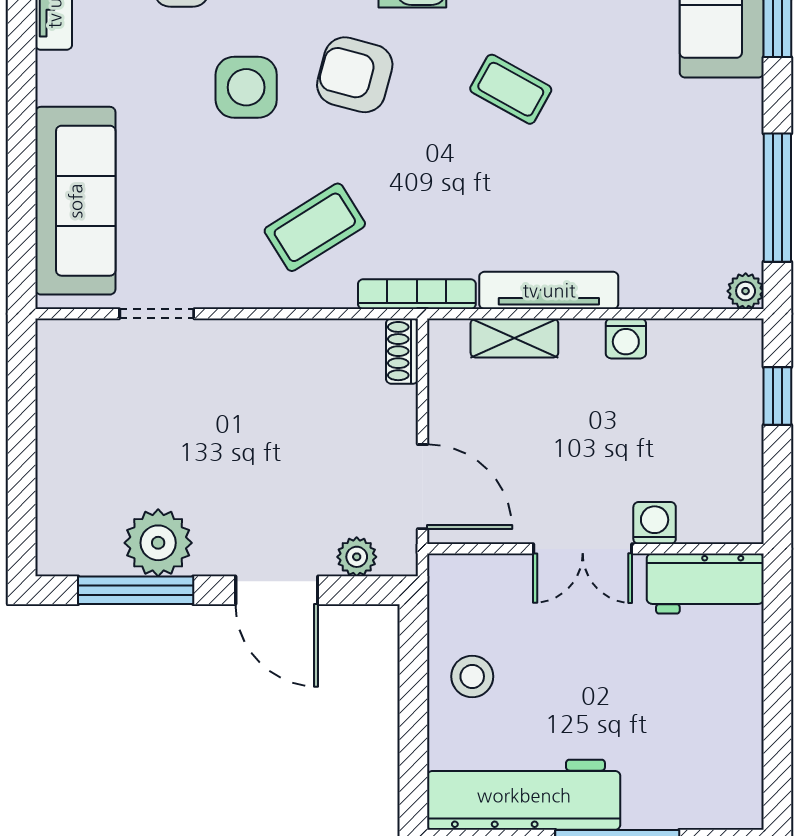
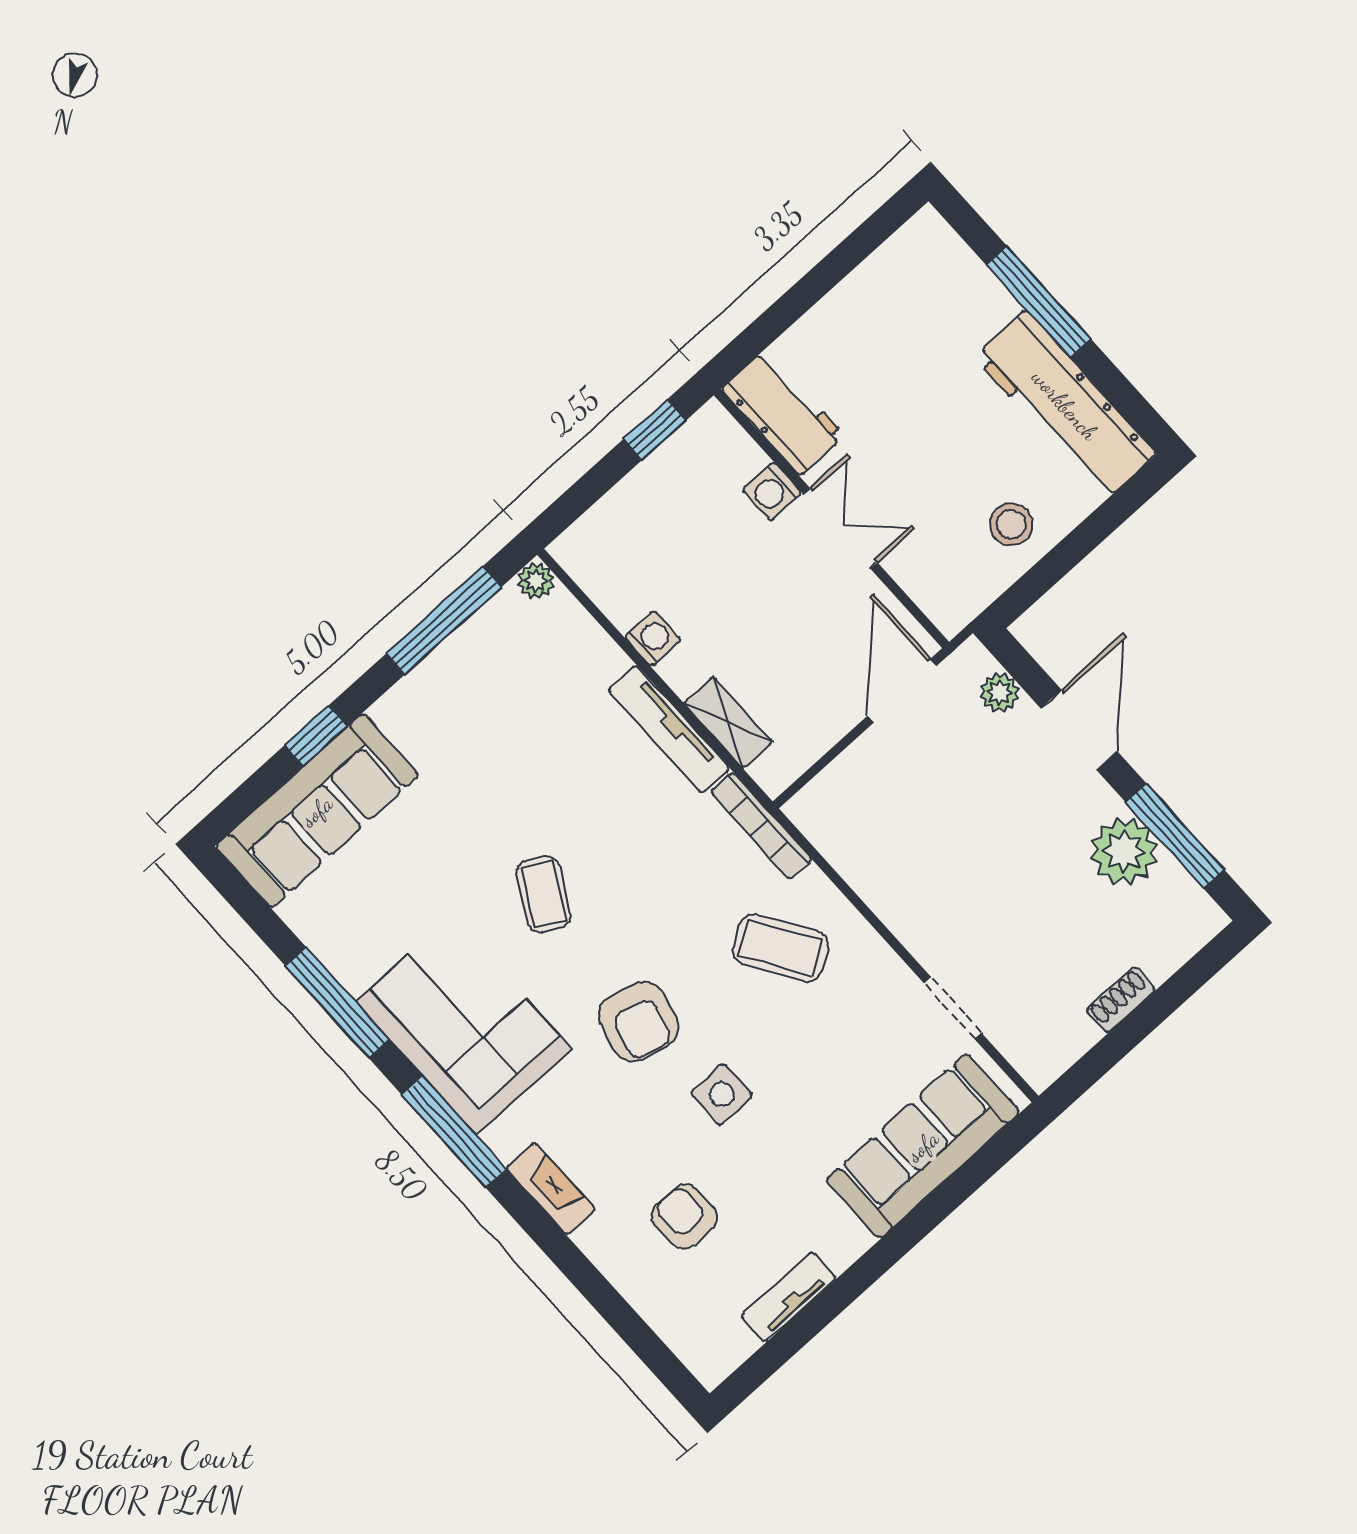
side table: (246, 87) -> (722, 1095), width x0.73, depth x0.73
shoe rack: (402, 351) -> (1121, 1000), moved, turned 180
window: (777, 396) -> (655, 430), moved

